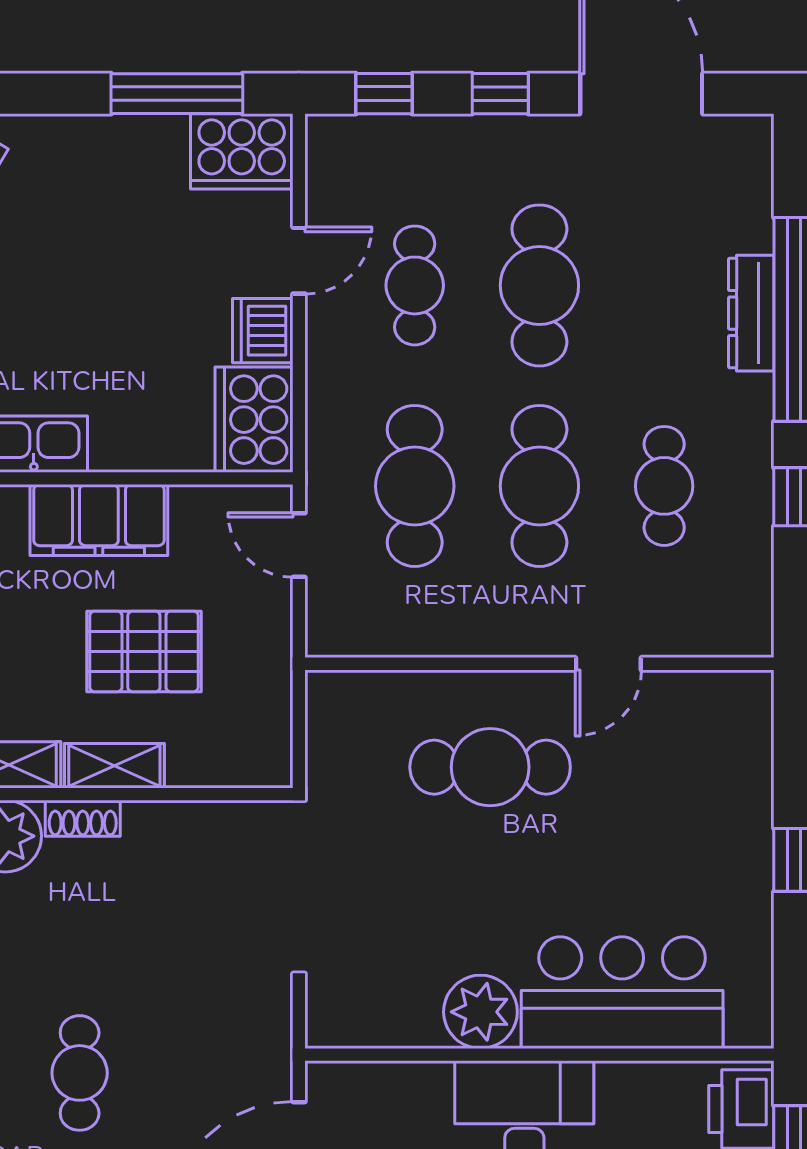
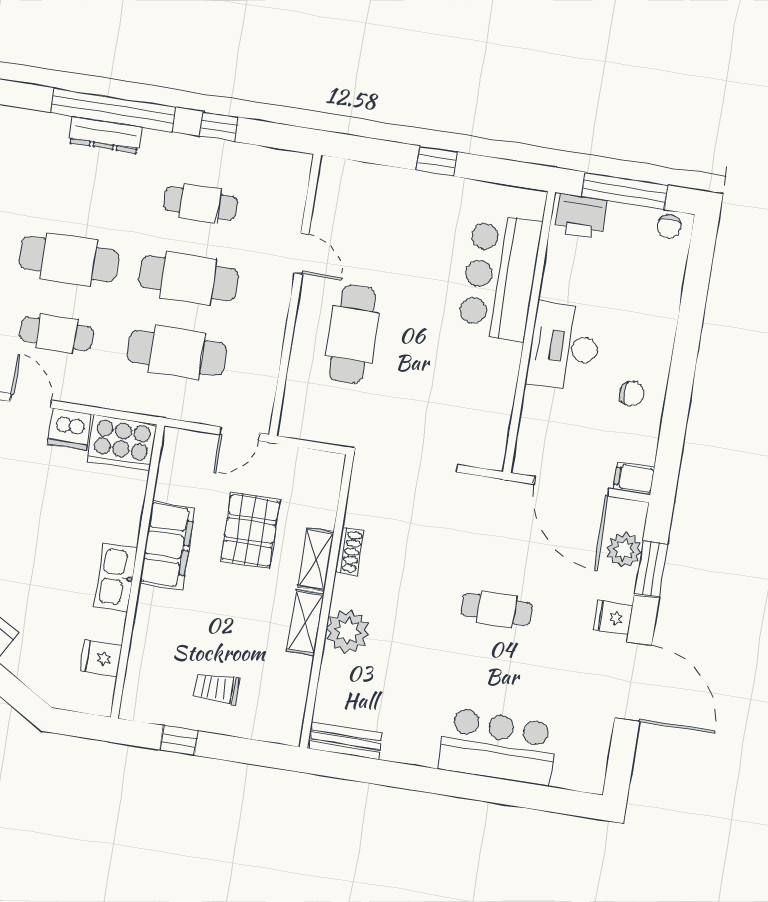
door: (299, 545) -> (239, 434), moved
shoe rack: (83, 818) -> (349, 551), moved
plant: (480, 1012) -> (498, 363), removed

